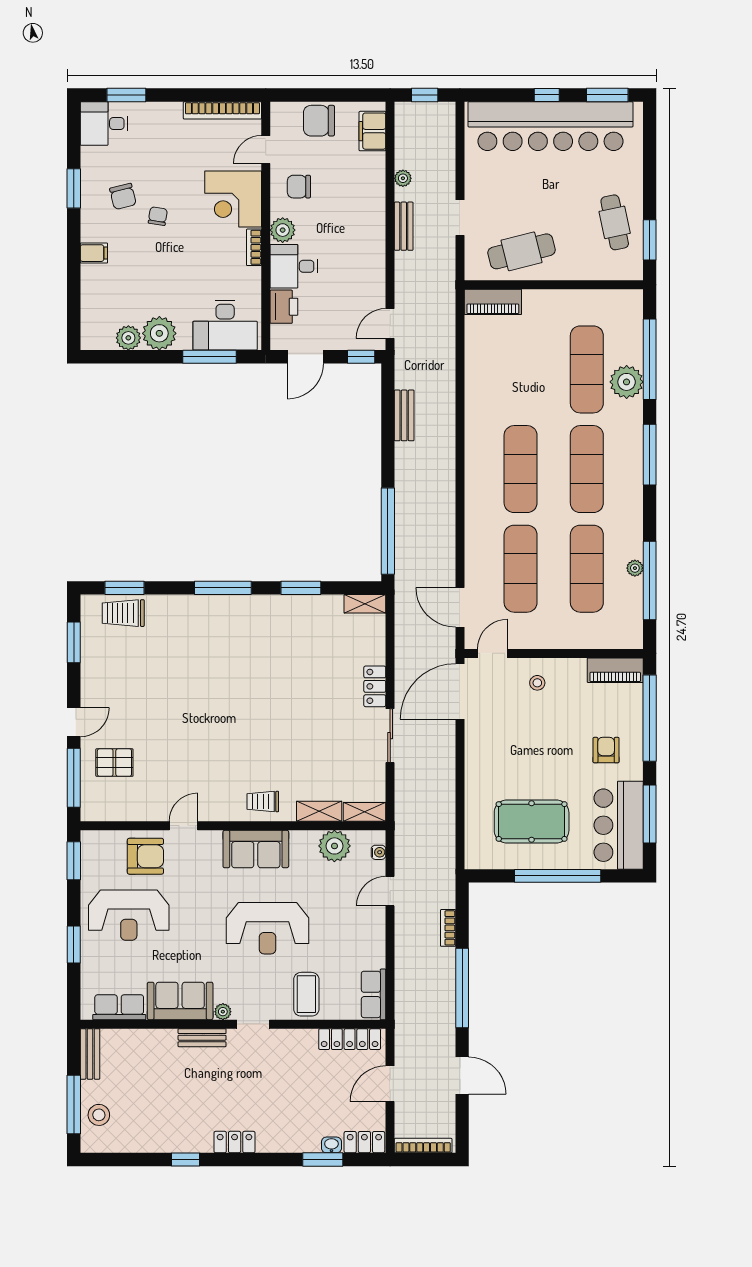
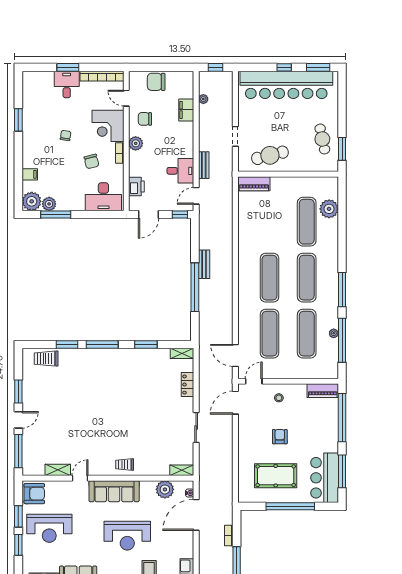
window: (126, 95) -> (68, 67), moved
desk: (104, 123) -> (67, 84), moved, turned 90
filing cabinet: (372, 131) -> (186, 110), moved
door: (266, 150) -> (126, 98), hinge flipped
plant: (403, 178) -> (203, 99), moved
chair: (123, 196) -> (91, 161), moved
bench: (404, 226) -> (204, 165), moved
filing cabinet: (94, 253) -> (30, 174), moved
desk: (294, 266) -> (180, 171), moved, turned 180
plant: (159, 333) -> (32, 201), moved
window: (210, 357) -> (56, 215), moved
window: (650, 359) -> (342, 216), removed
plant: (627, 382) -> (329, 209), moved
bench: (404, 415) -> (204, 264), moved
window: (650, 455) -> (342, 290), moved
window: (388, 531) -> (195, 287), moved
window: (124, 588) -> (67, 344), moved
window: (74, 642) -> (18, 391), moved
locker: (375, 686) -> (188, 385), moved
door: (460, 691) -> (235, 403), width x0.73
armchair: (606, 750) -> (280, 437), moved
pallet: (114, 763) -> (41, 443), removed
shelving: (319, 811) -> (58, 470), moved
sofa: (256, 849) -> (114, 491), width x1.36
armchair: (145, 856) -> (34, 494), moved
window: (74, 861) -> (18, 516), moved
door: (390, 891) -> (196, 515), width x1.88

